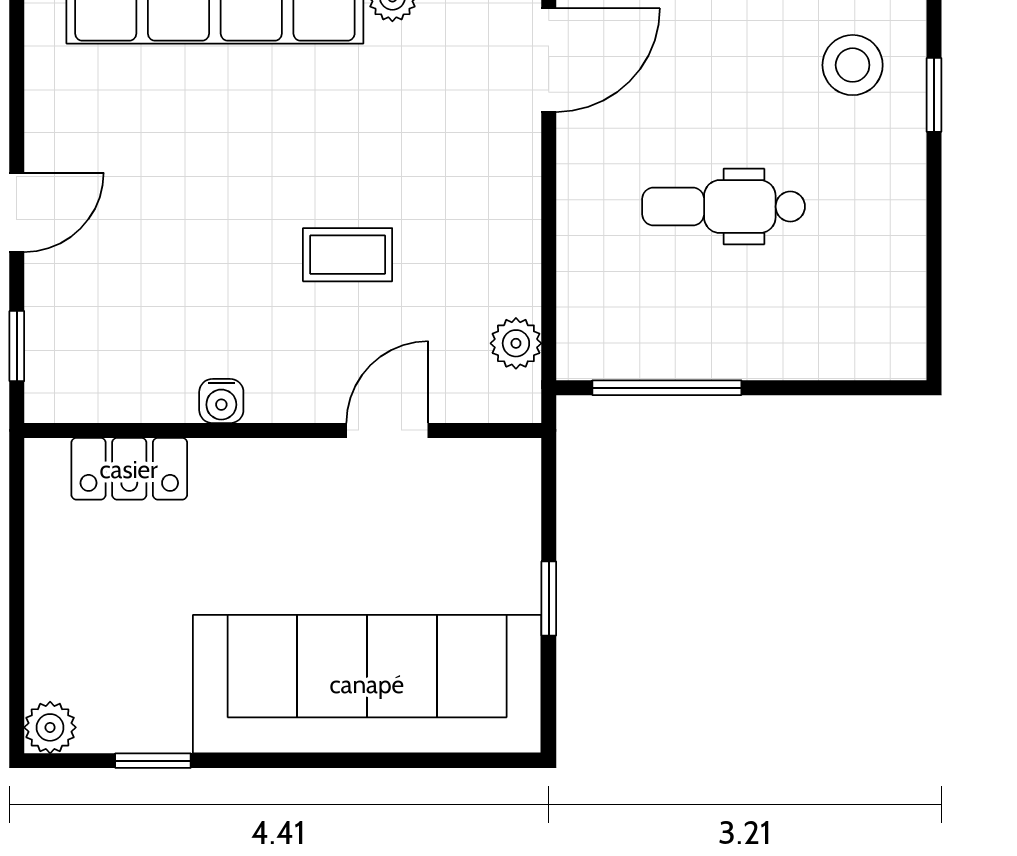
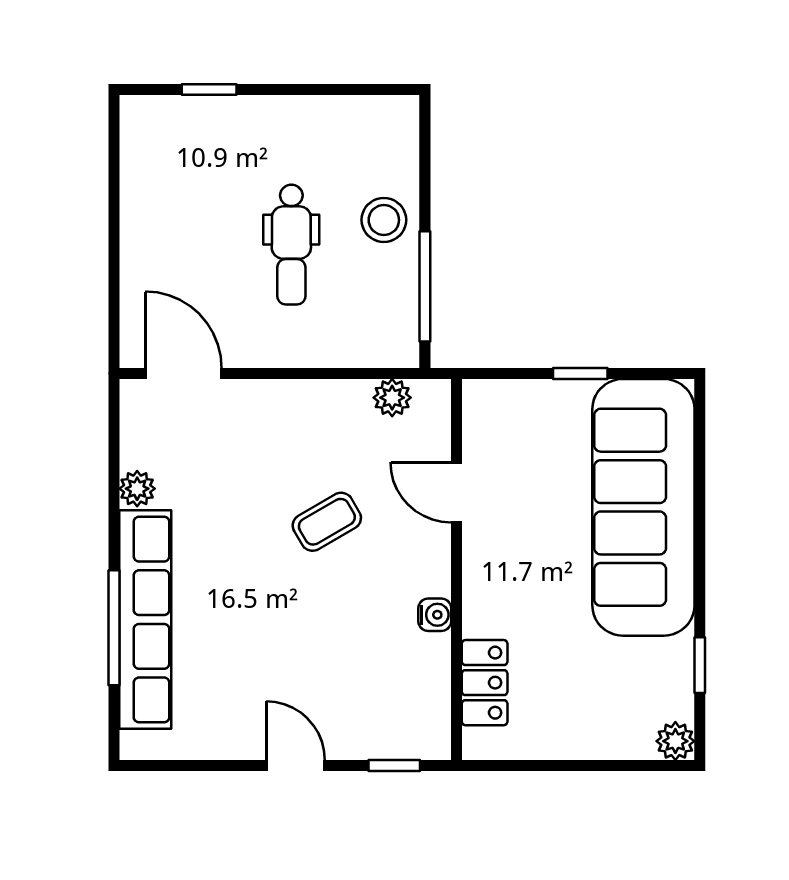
stool: (853, 65) -> (384, 220), moved
coffee table: (348, 255) -> (327, 522), turned 60

